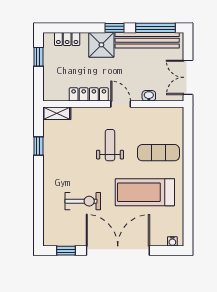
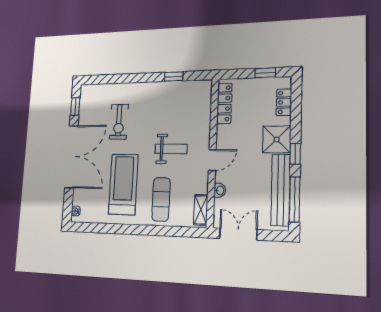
locker: (89, 94) -> (224, 103), moved
shelving: (57, 113) -> (201, 210), moved

